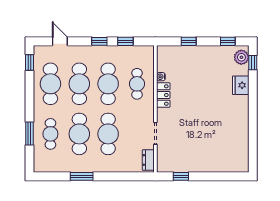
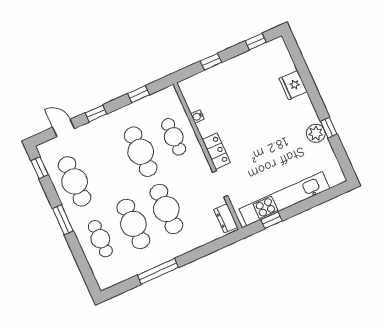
window: (99, 41) -> (96, 113), moved
plant: (241, 57) -> (316, 133), moved
window: (253, 63) -> (329, 128), moved
cafe table: (79, 84) -> (108, 167), removed
locker: (163, 95) -> (216, 151), moved
window: (29, 133) -> (63, 220), moved
kitchen unit: (197, 165) -> (284, 199), added
window: (82, 176) -> (158, 271), width x1.44

